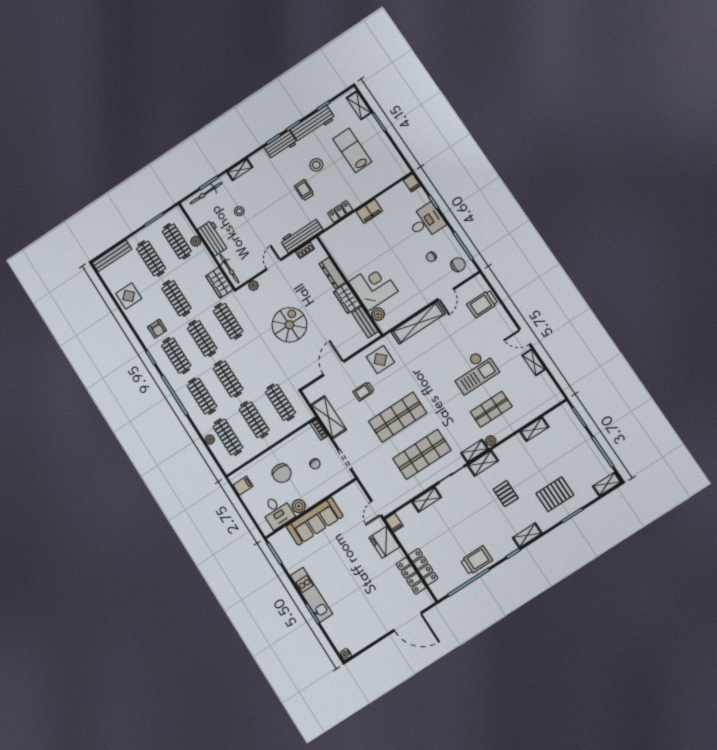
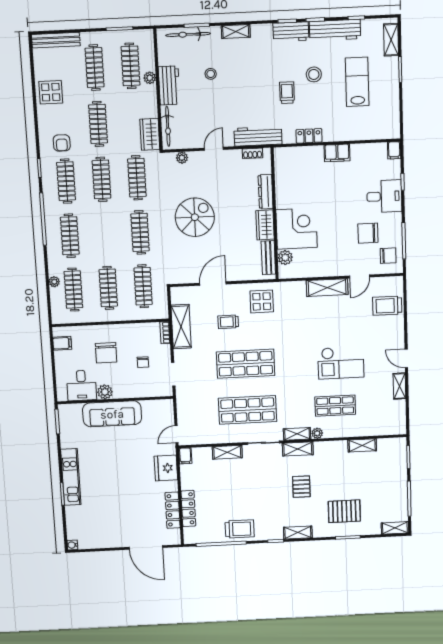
chair: (431, 257) -> (368, 233), width x1.87, depth x1.87
shelving: (418, 323) -> (327, 288), width x0.68
clothes rail: (228, 379) -> (140, 232), moved

